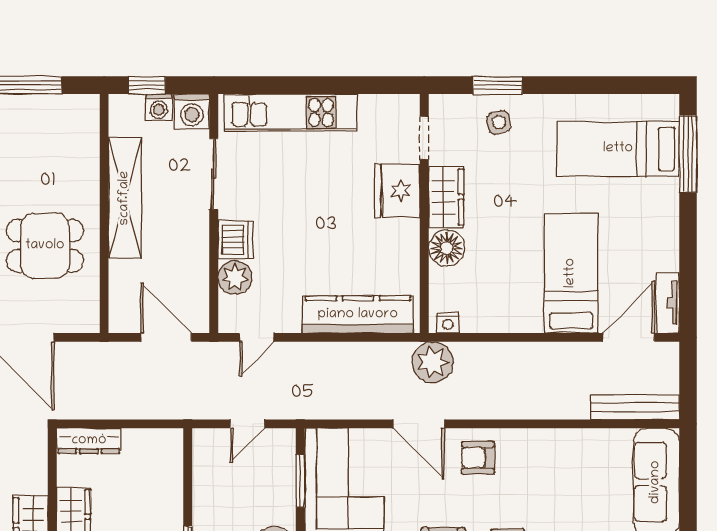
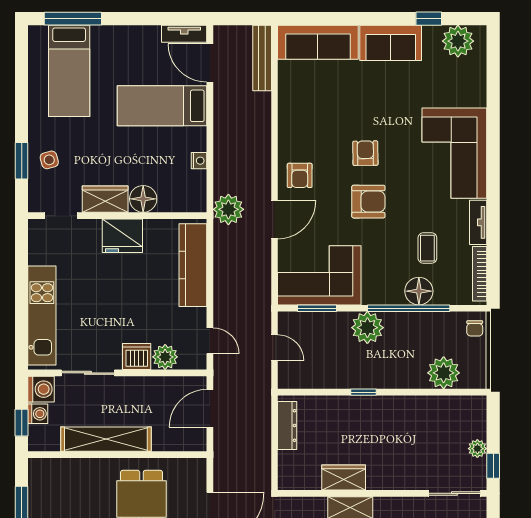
fridge: (397, 191) -> (122, 236), moved
nightstand: (448, 323) -> (199, 161), moved
dresser: (89, 441) -> (287, 425), moved

